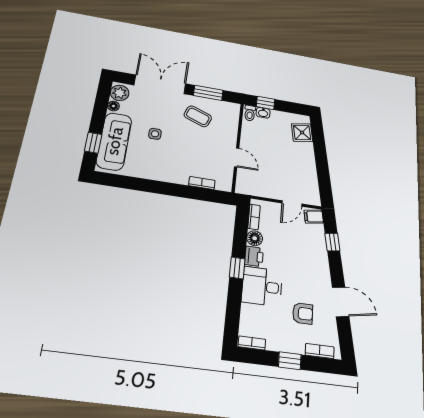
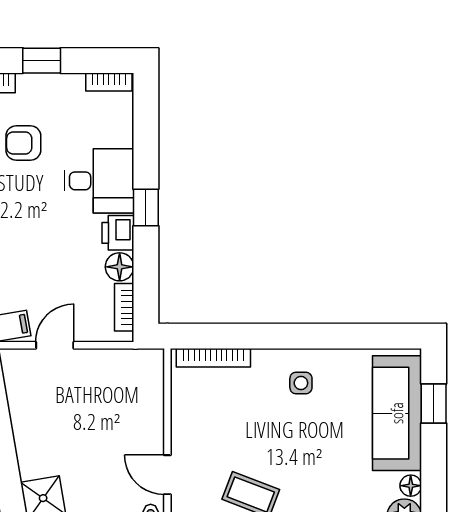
side table: (155, 134) -> (301, 383), moved
door: (237, 157) -> (167, 475), moved
bookcase: (202, 183) -> (213, 358), width x1.56

